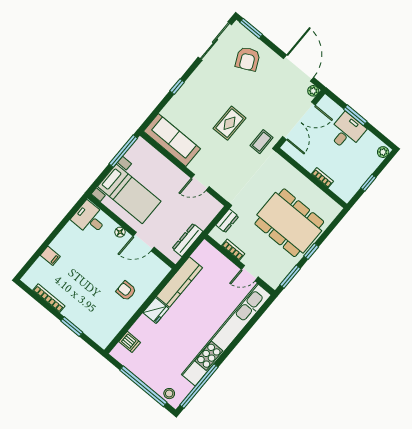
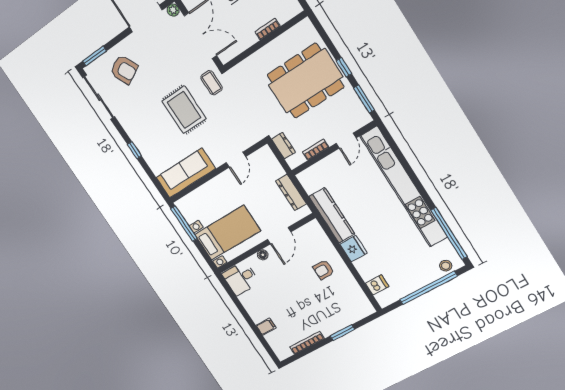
rug: (229, 123) -> (184, 110), width x1.36, depth x1.43

